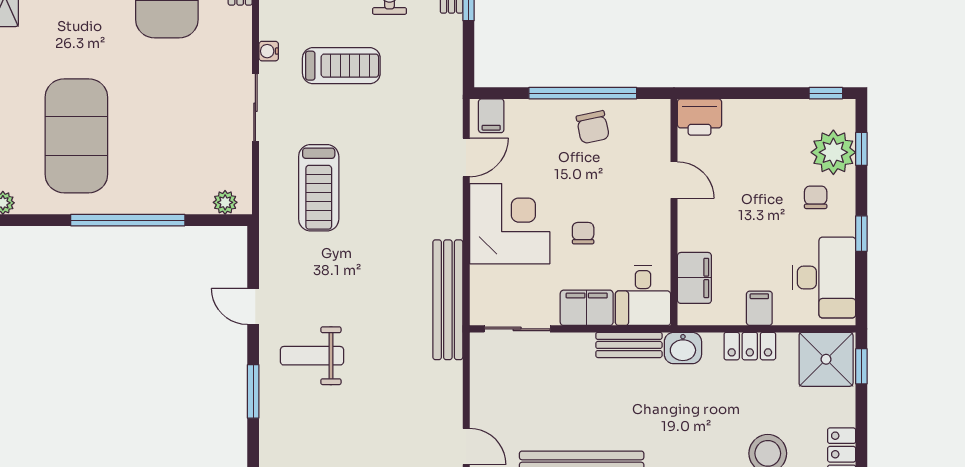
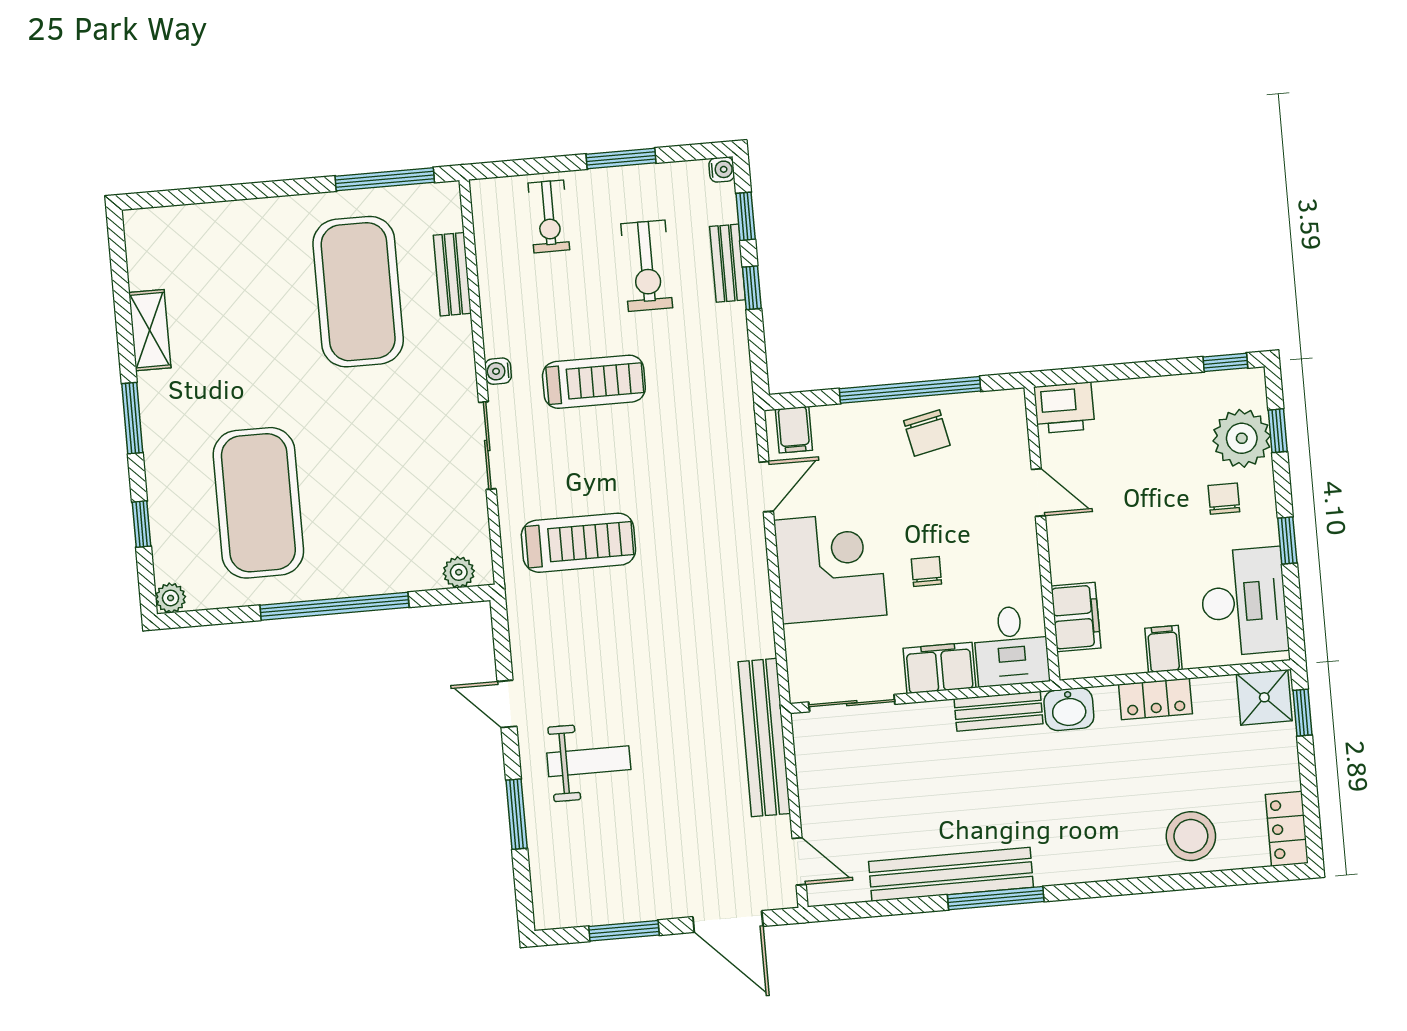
treadmill: (319, 188) -> (578, 543), turned -90
bench: (448, 300) -> (764, 738), moved
weight bench: (312, 356) -> (589, 761), turned 180
shower: (826, 359) -> (1264, 697), width x0.73, depth x0.73

